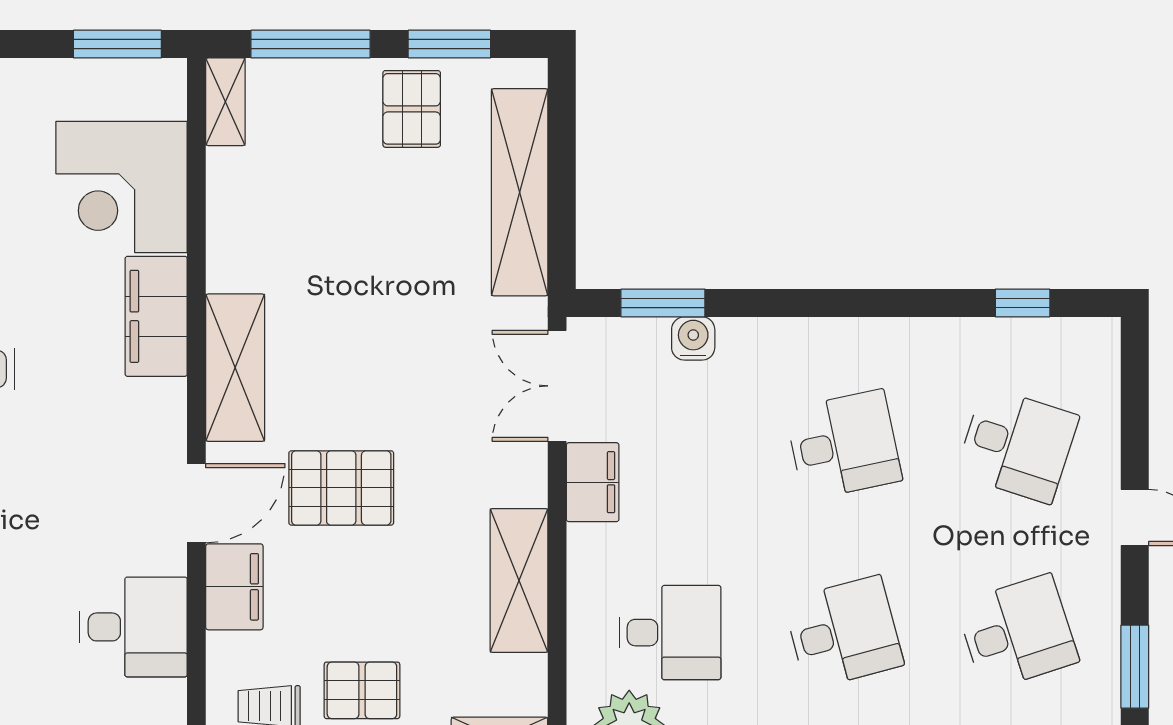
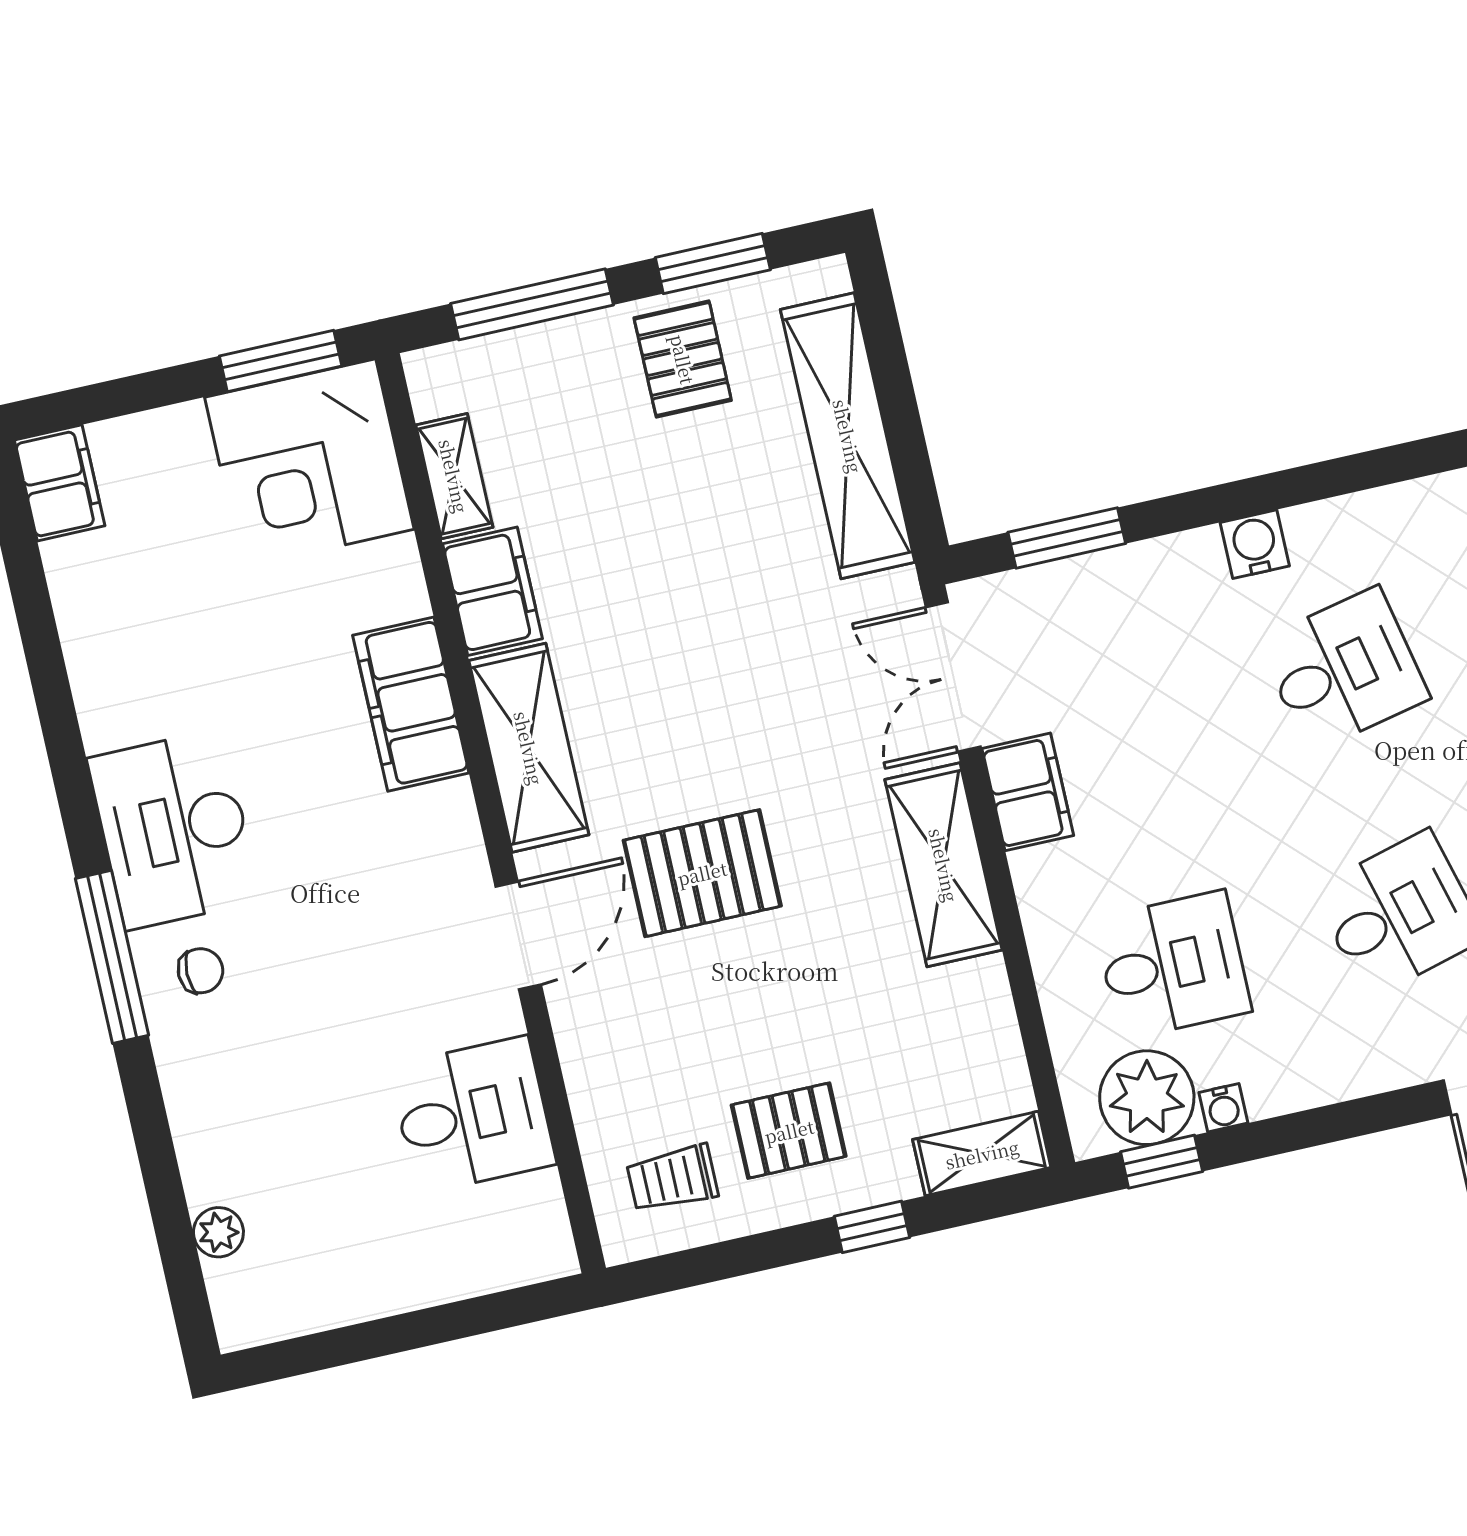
shelving: (225, 102) -> (454, 476), moved
corner desk: (122, 187) -> (309, 463), moved
water cooler: (693, 338) -> (1255, 544), moved
shelving: (519, 580) -> (944, 865), moved
filing cabinet: (234, 587) -> (492, 591), moved

